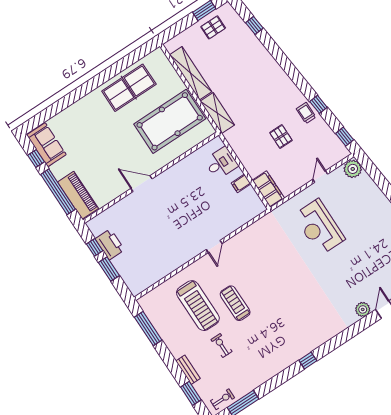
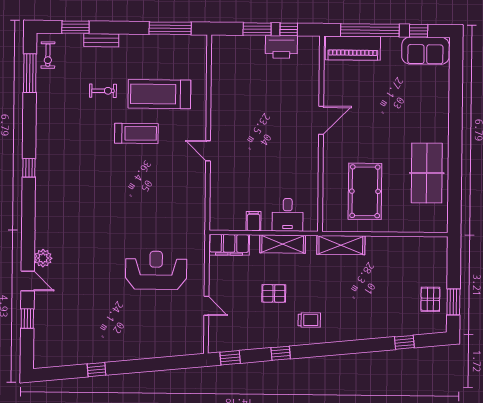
shelving: (191, 73) -> (283, 244), moved, width x0.68
trolley: (306, 113) -> (309, 320), moved
pool table: (170, 121) -> (365, 191), width x0.73, depth x0.76
plant: (353, 169) -> (192, 344), removed

